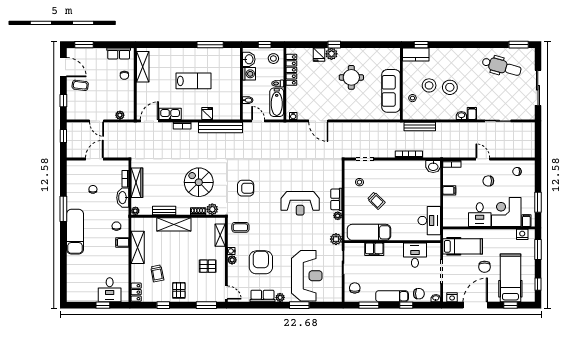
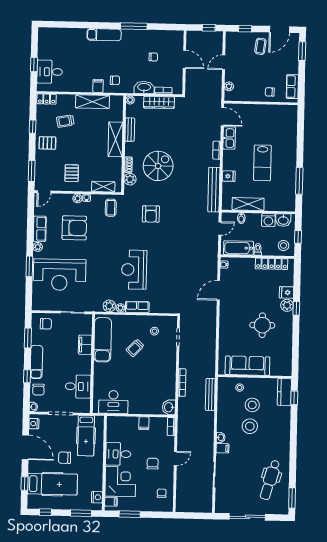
shelving: (143, 67) -> (248, 204), moved
exam couch: (75, 232) -> (104, 35), width x0.73, depth x0.69
plant: (336, 239) -> (109, 306), moved

